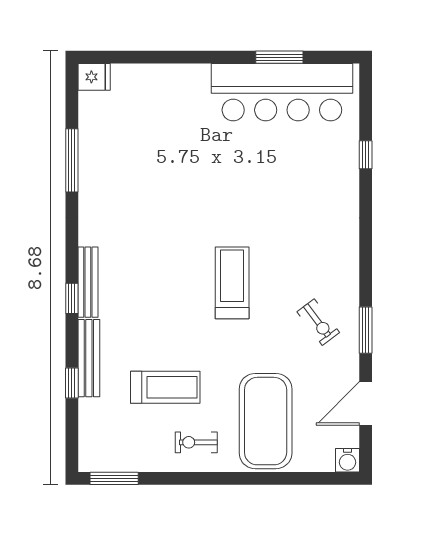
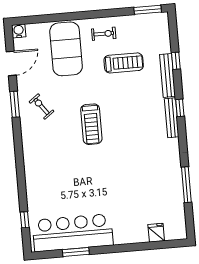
fridge: (94, 77) -> (156, 233), moved, turned 90
window: (366, 155) -> (25, 220), moved
treadmill: (165, 387) -> (124, 63), turned 180

